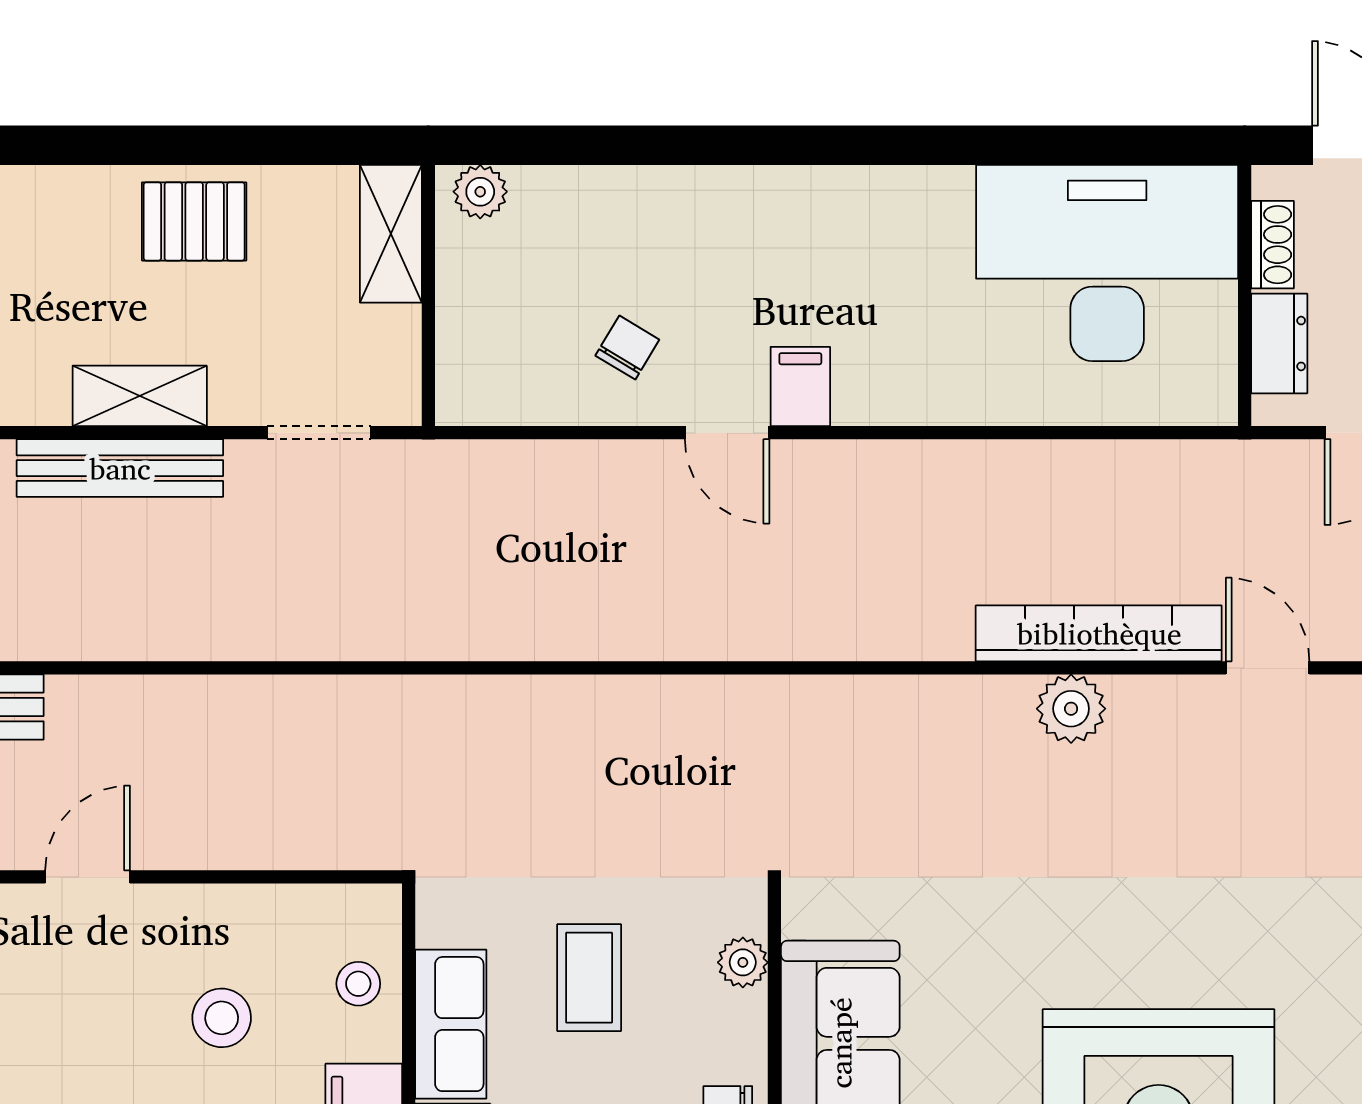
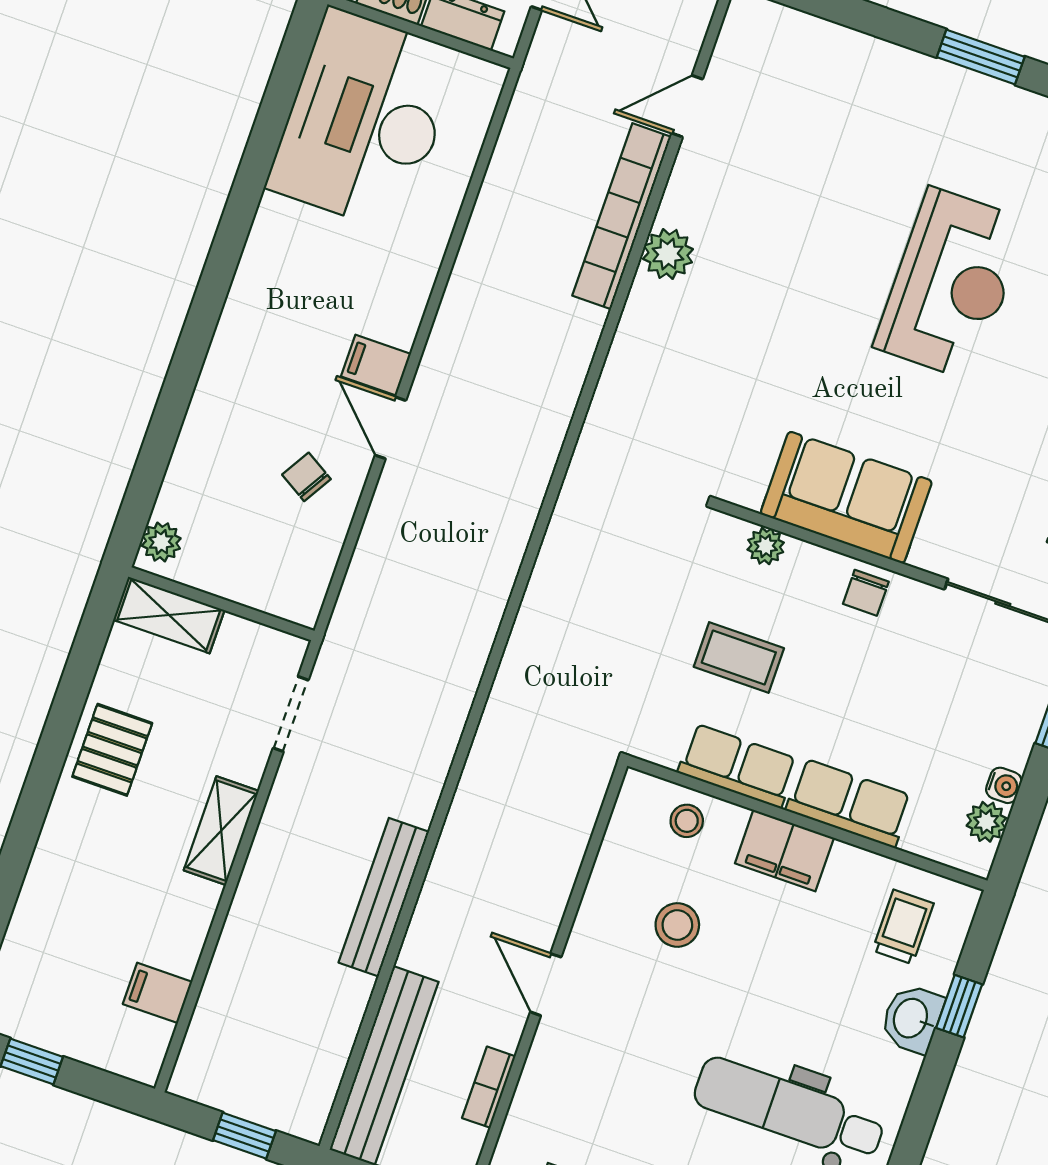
door: (727, 433) -> (390, 428), swing flipped
bench: (120, 468) -> (384, 897), moved

